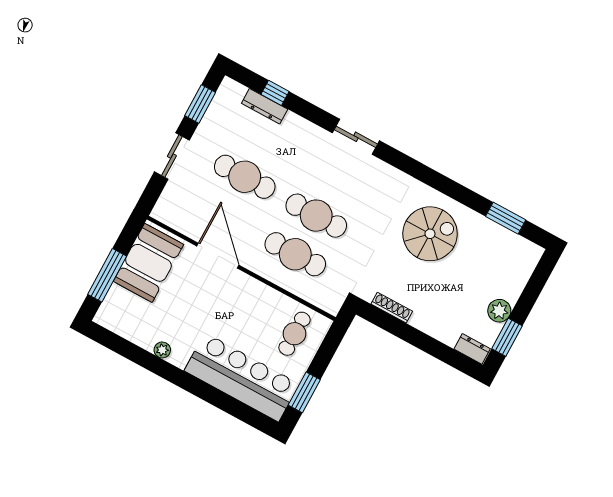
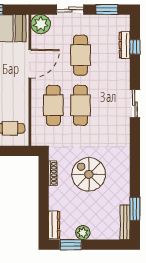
plant: (170, 209) -> (41, 24), added
spiral stairs: (430, 234) -> (89, 174), moved, turned 180
bench: (517, 243) -> (125, 222), added
dresser: (472, 349) -> (54, 225), width x1.44

